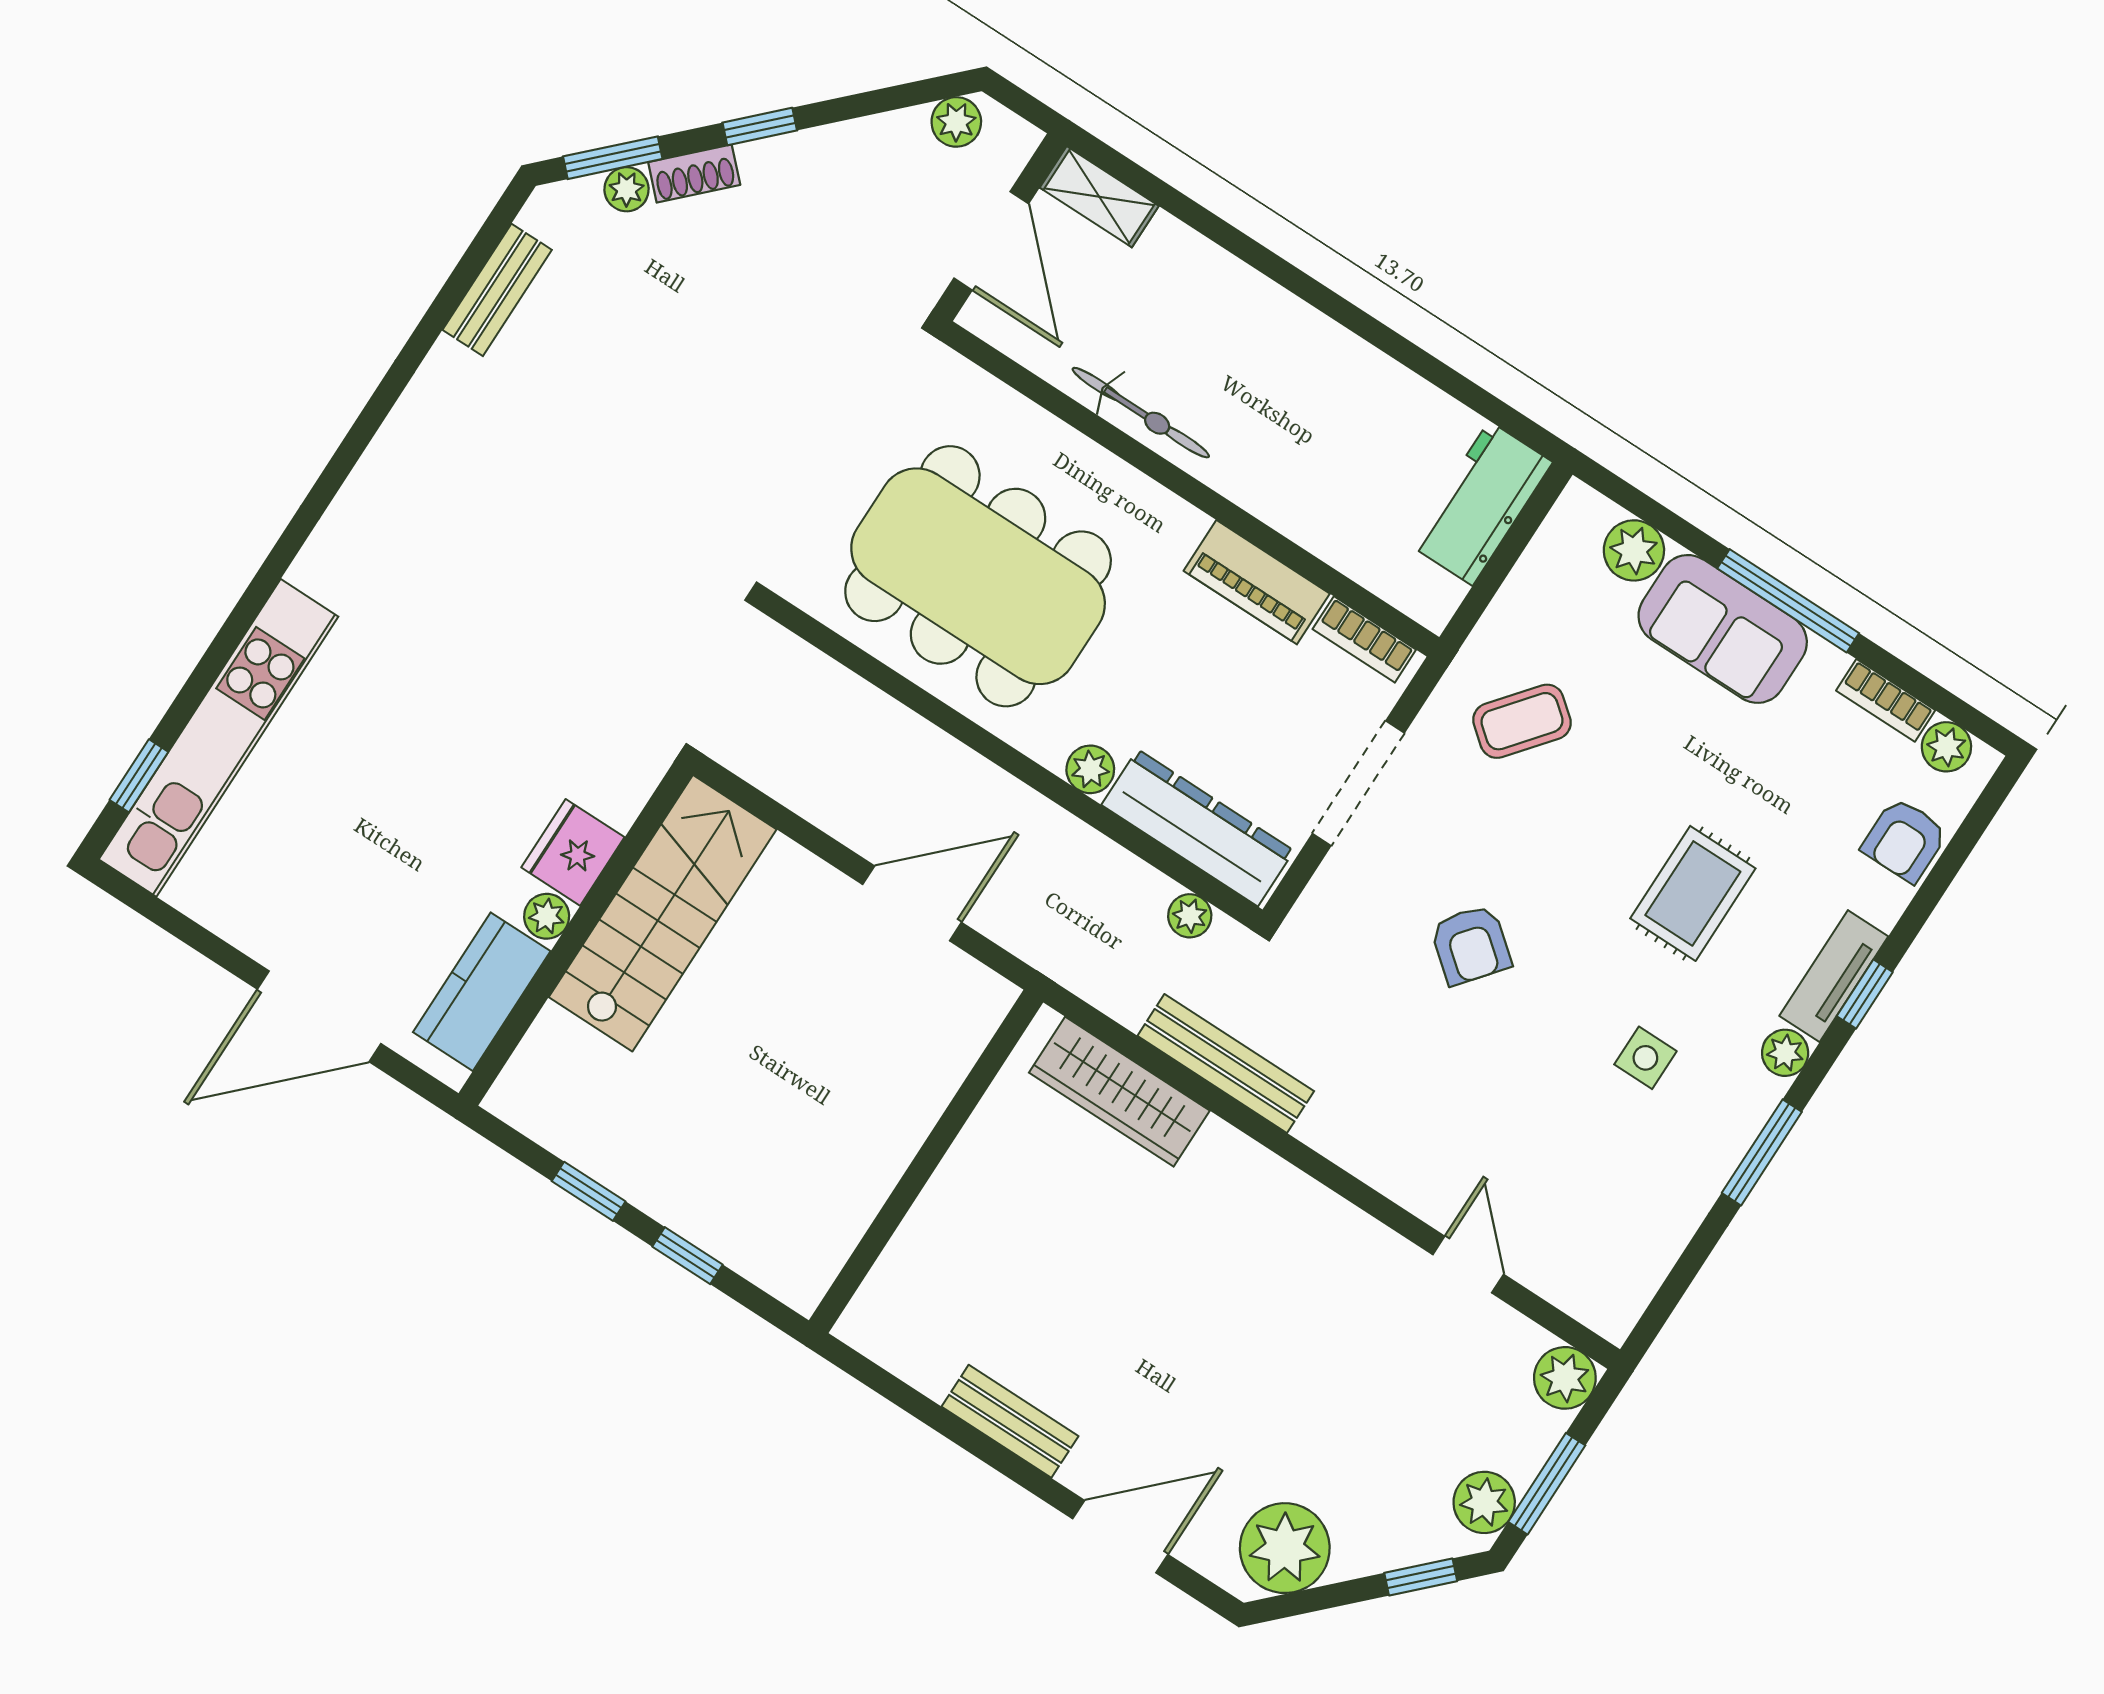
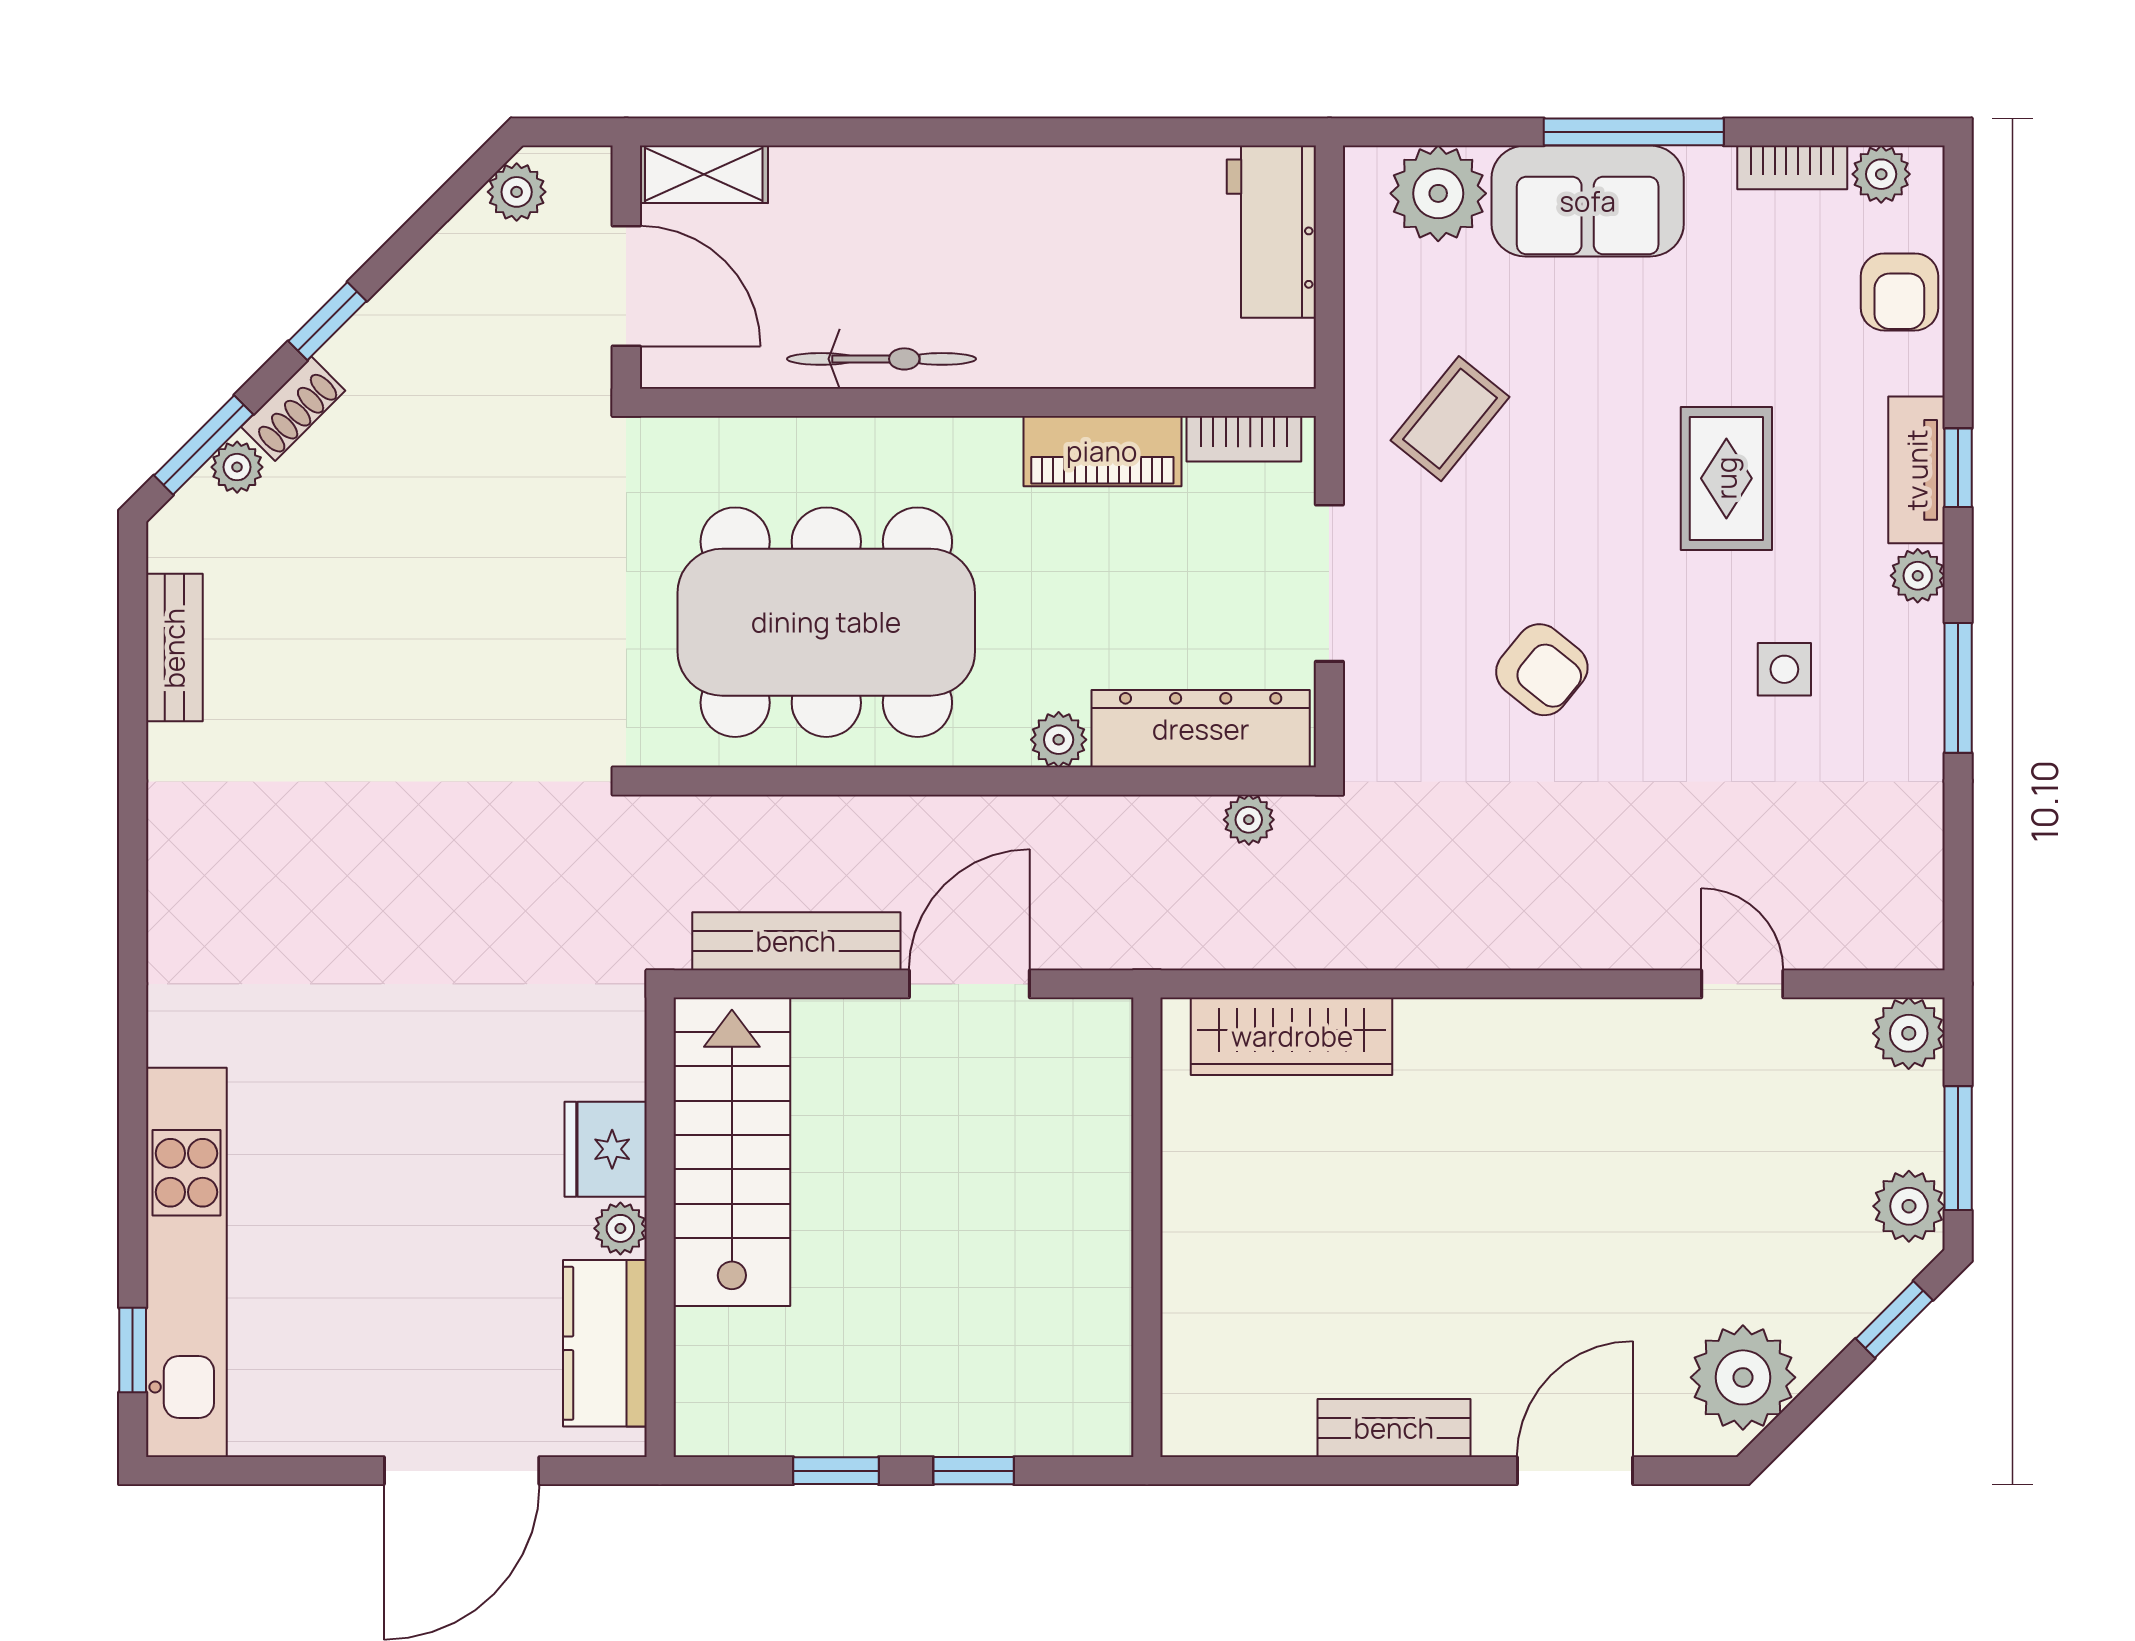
plant: (1634, 550) -> (1438, 193), width x1.36, depth x1.36
bench: (1226, 1063) -> (796, 941), moved

